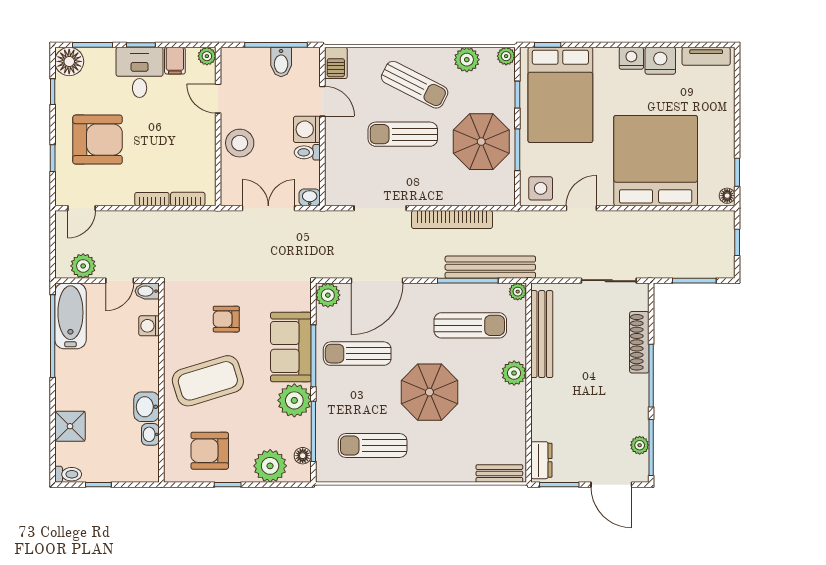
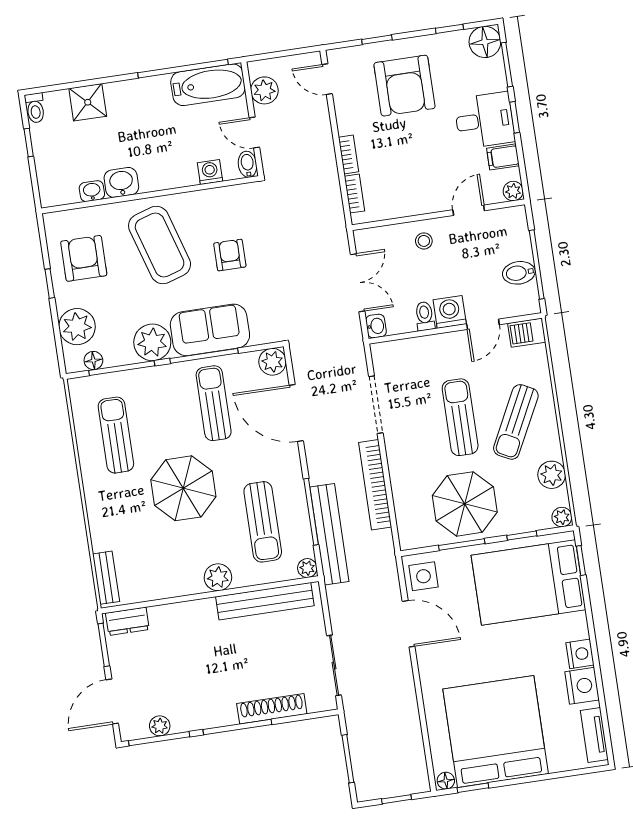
stool: (240, 143) -> (424, 241), width x0.53, depth x0.53
bed: (656, 161) -> (496, 731), moved, turned -90
door: (581, 208) -> (409, 624), width x1.38

